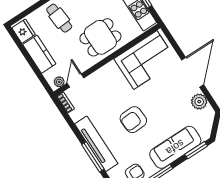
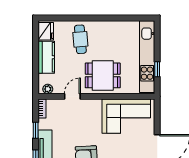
door: (75, 80) -> (72, 96), moved
window: (72, 126) -> (36, 130), added

